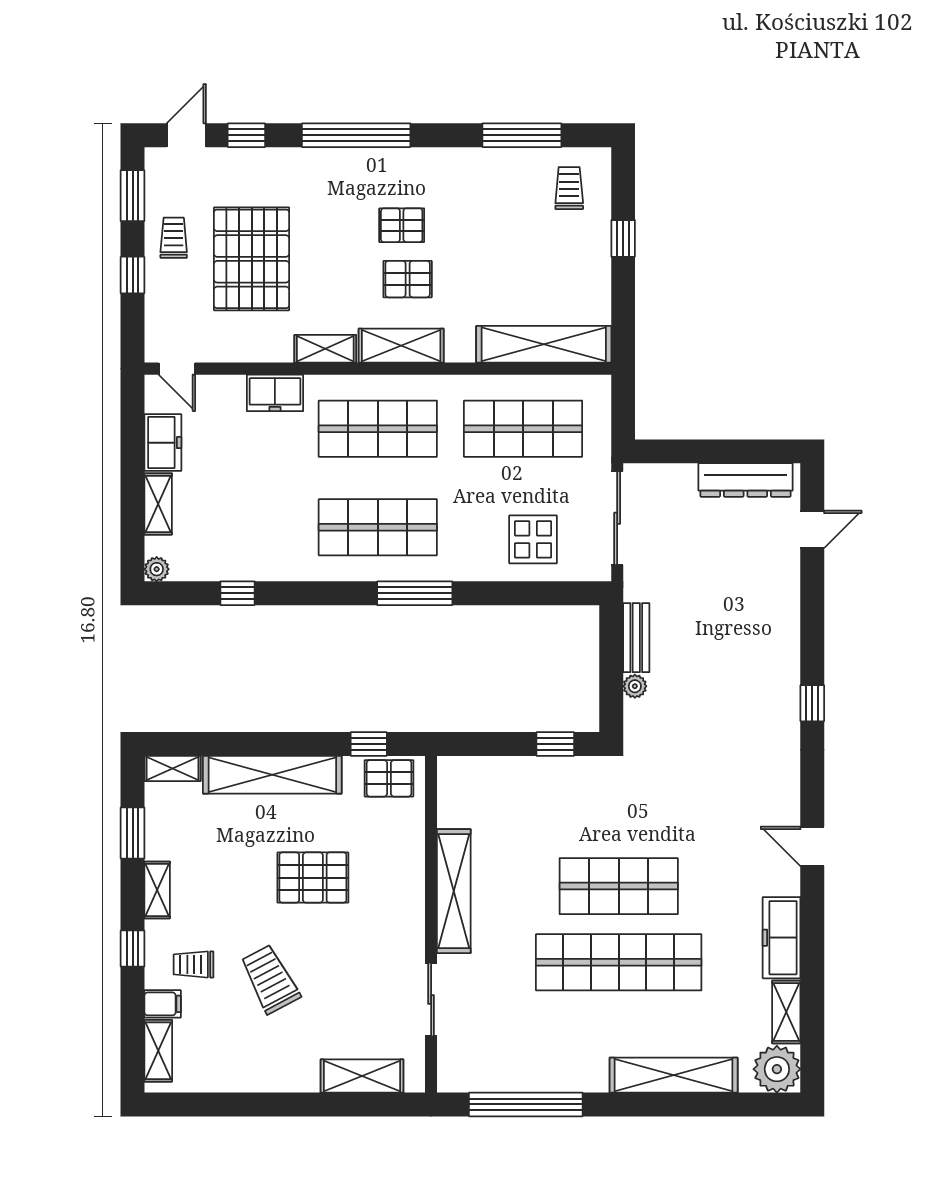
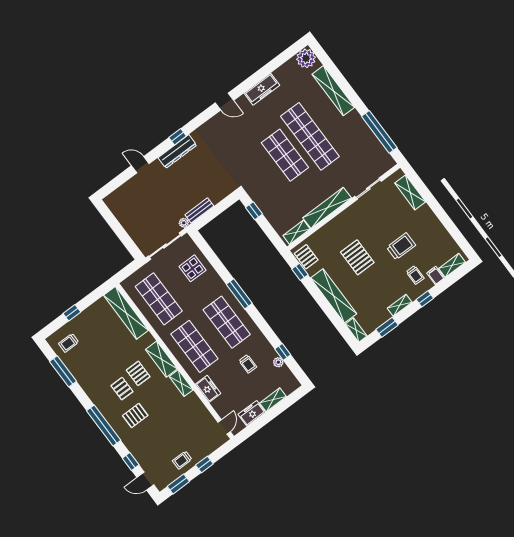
pallet: (252, 259) -> (135, 416), moved, width x0.49, depth x0.50
dresser: (745, 480) -> (177, 151), moved, turned 90
trolley: (265, 507) -> (248, 364), added
door: (812, 529) -> (140, 165), moved
plant: (157, 569) -> (278, 362), moved
plant: (635, 686) -> (184, 223), moved
door: (812, 846) -> (224, 102), hinge flipped
trolley: (270, 979) -> (401, 246), turned -152
shelving: (786, 1012) -> (297, 232), moved

